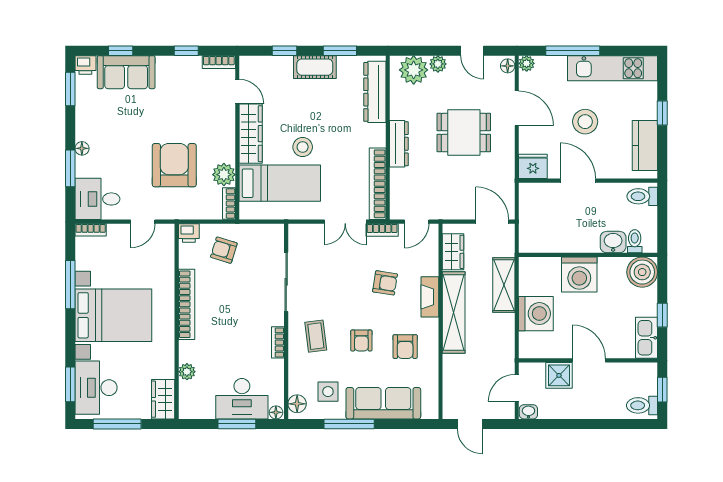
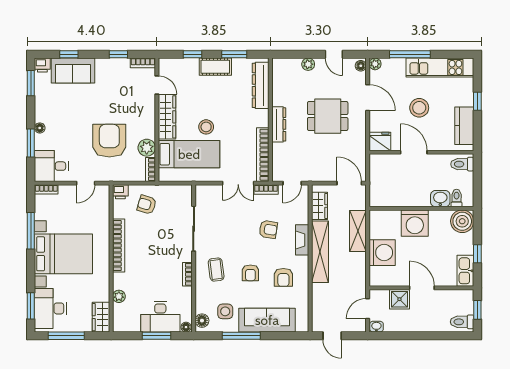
plant: (414, 70) -> (290, 69), removed

